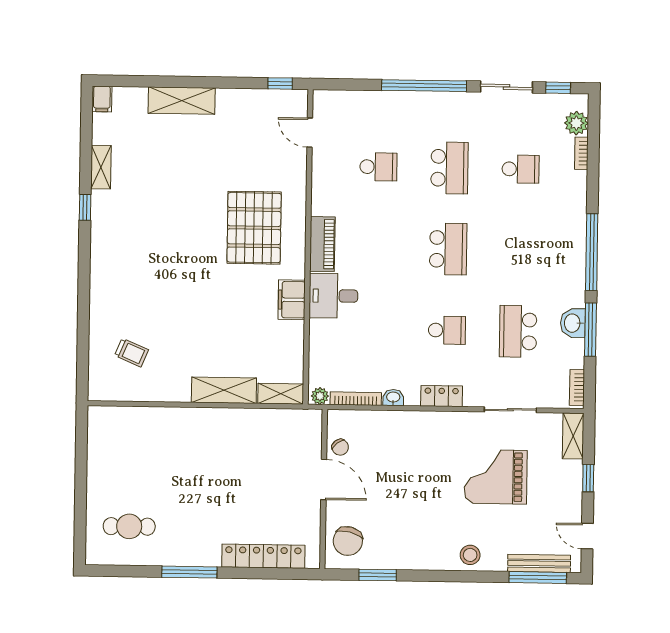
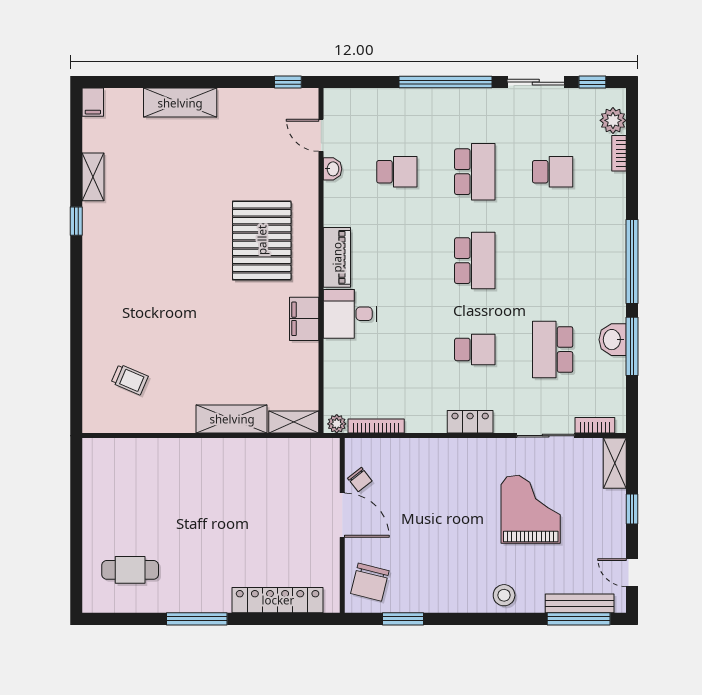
bookcase: (577, 387) -> (595, 425), moved, turned 90
washbasin: (393, 398) -> (332, 169), moved, turned 90
grand piano: (496, 477) -> (531, 509), turned 90

